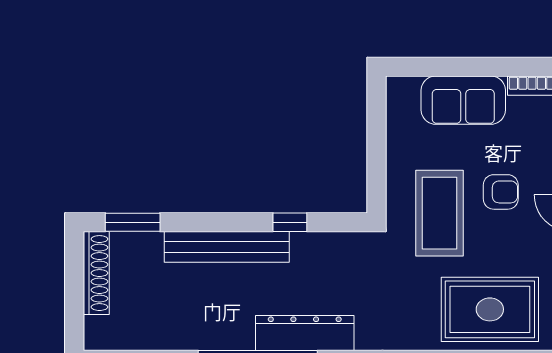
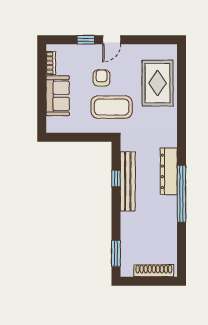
bench: (227, 247) -> (128, 181), moved
shoe rack: (96, 273) -> (154, 271), moved

